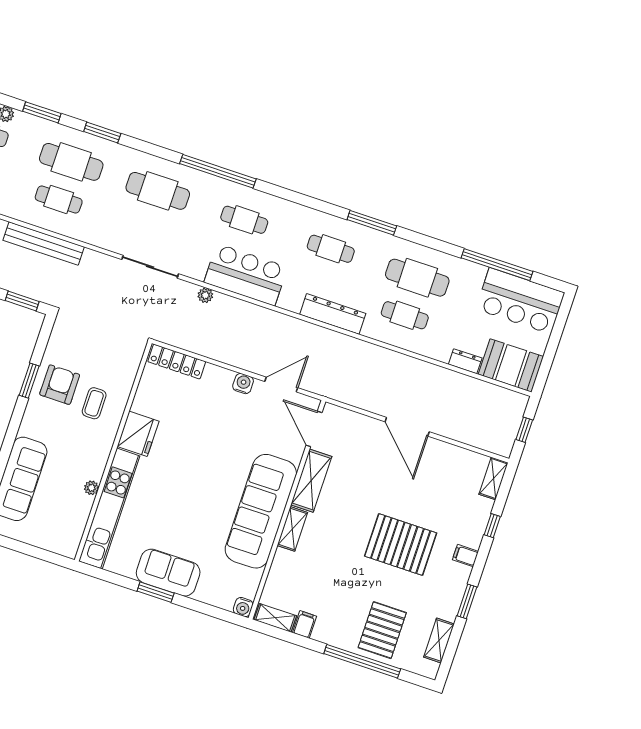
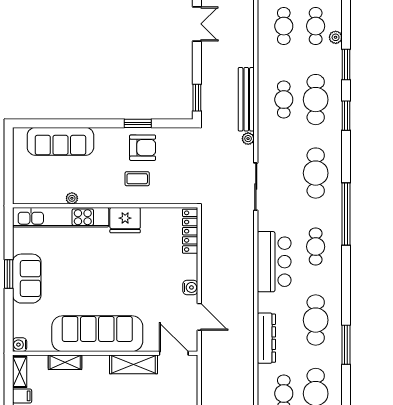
cafe table: (331, 249) -> (316, 320), width x1.37, depth x1.35
plant: (205, 295) -> (248, 139), moved
door: (314, 429) -> (174, 353), hinge flipped
shelving: (292, 529) -> (65, 362), moved

